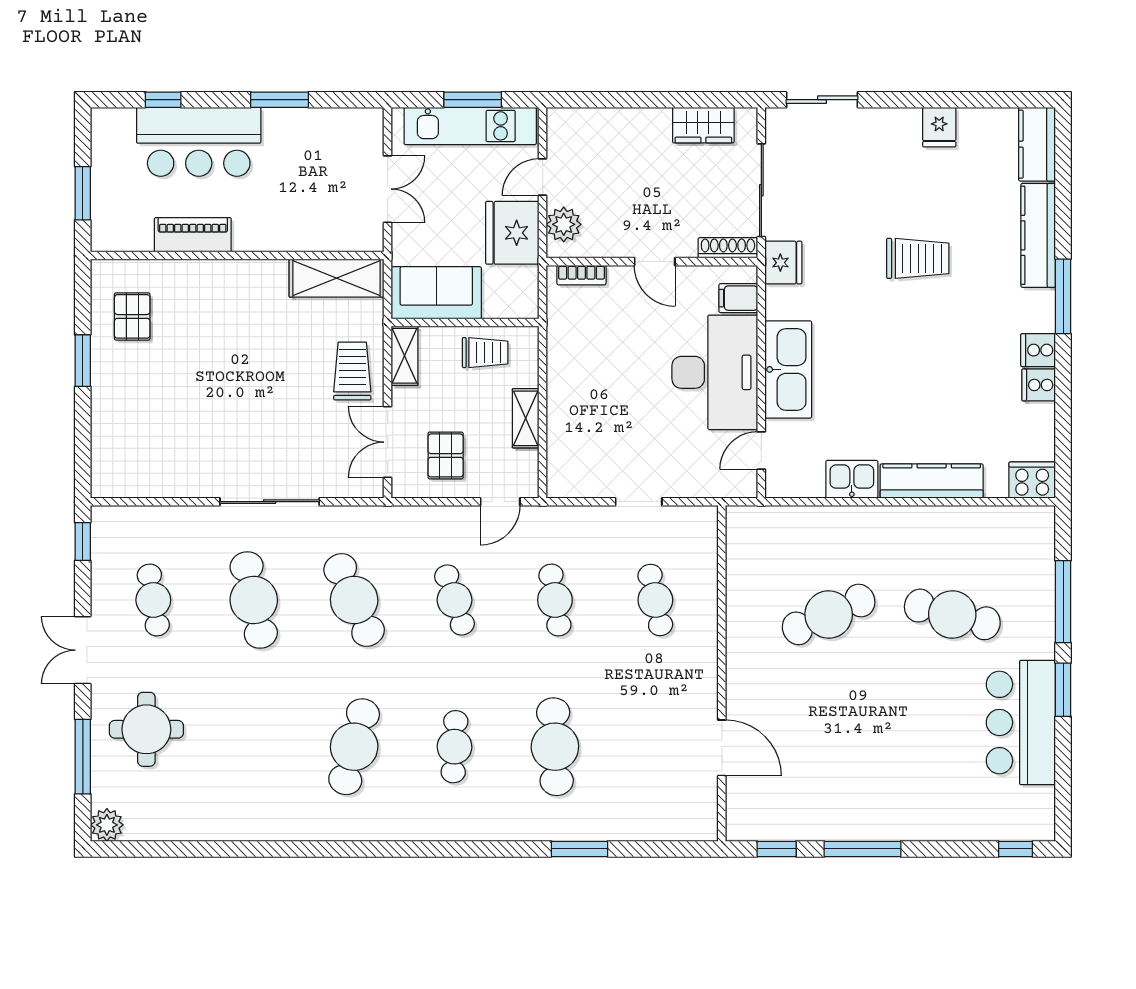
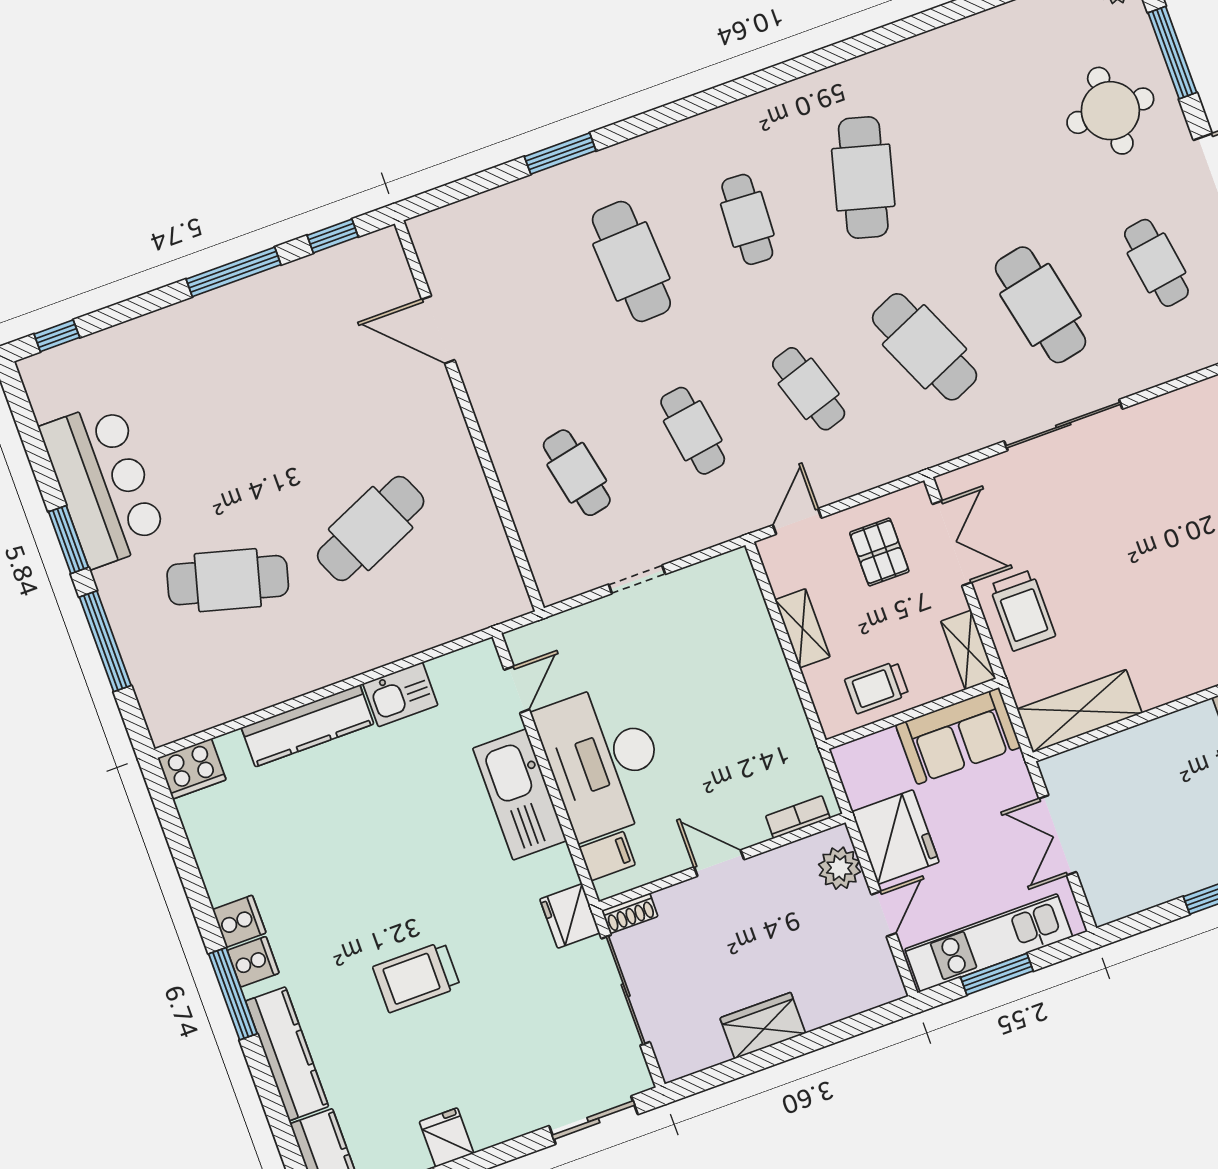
wardrobe: (703, 125) -> (763, 1026), moved
shoe rack: (728, 248) -> (630, 913), width x0.70
cooker: (1039, 385) -> (253, 962), moved

